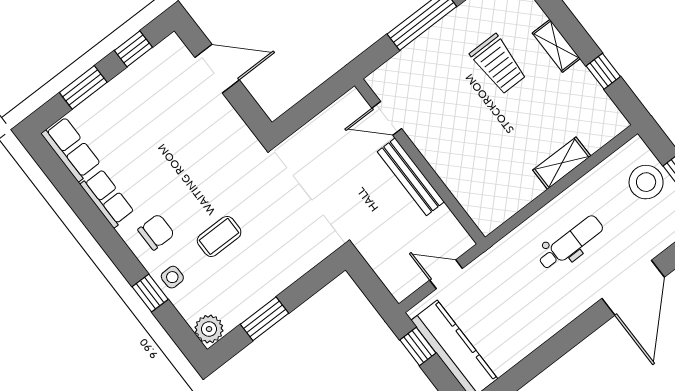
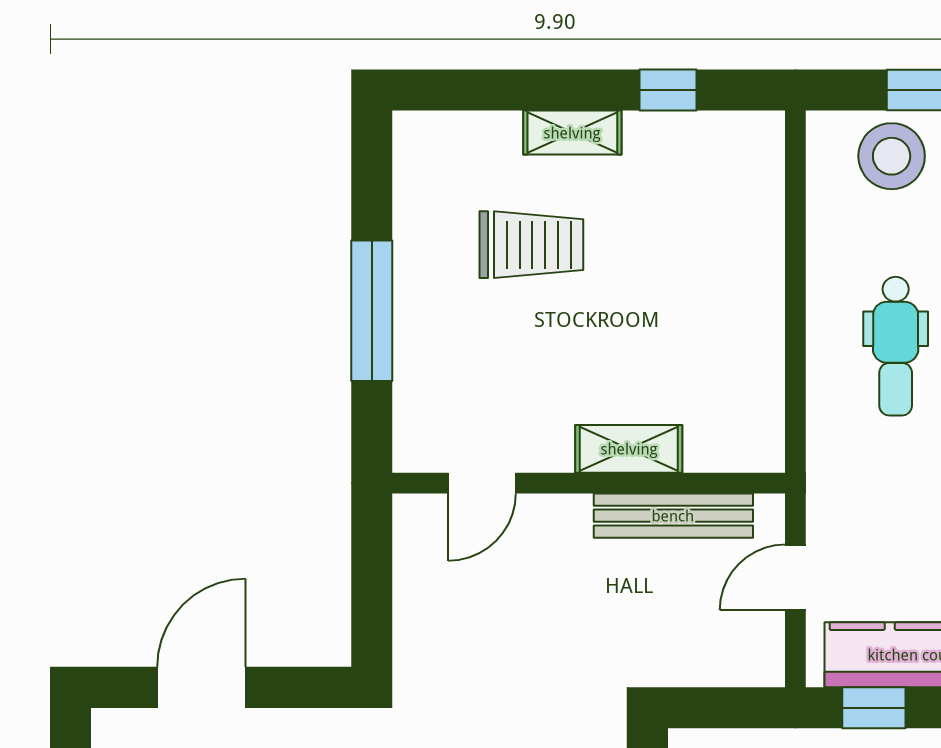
shelving: (562, 163) -> (629, 449), moved, turned 90
bench: (411, 177) -> (673, 516), moved
dental chair: (571, 243) -> (896, 346), turned 180

